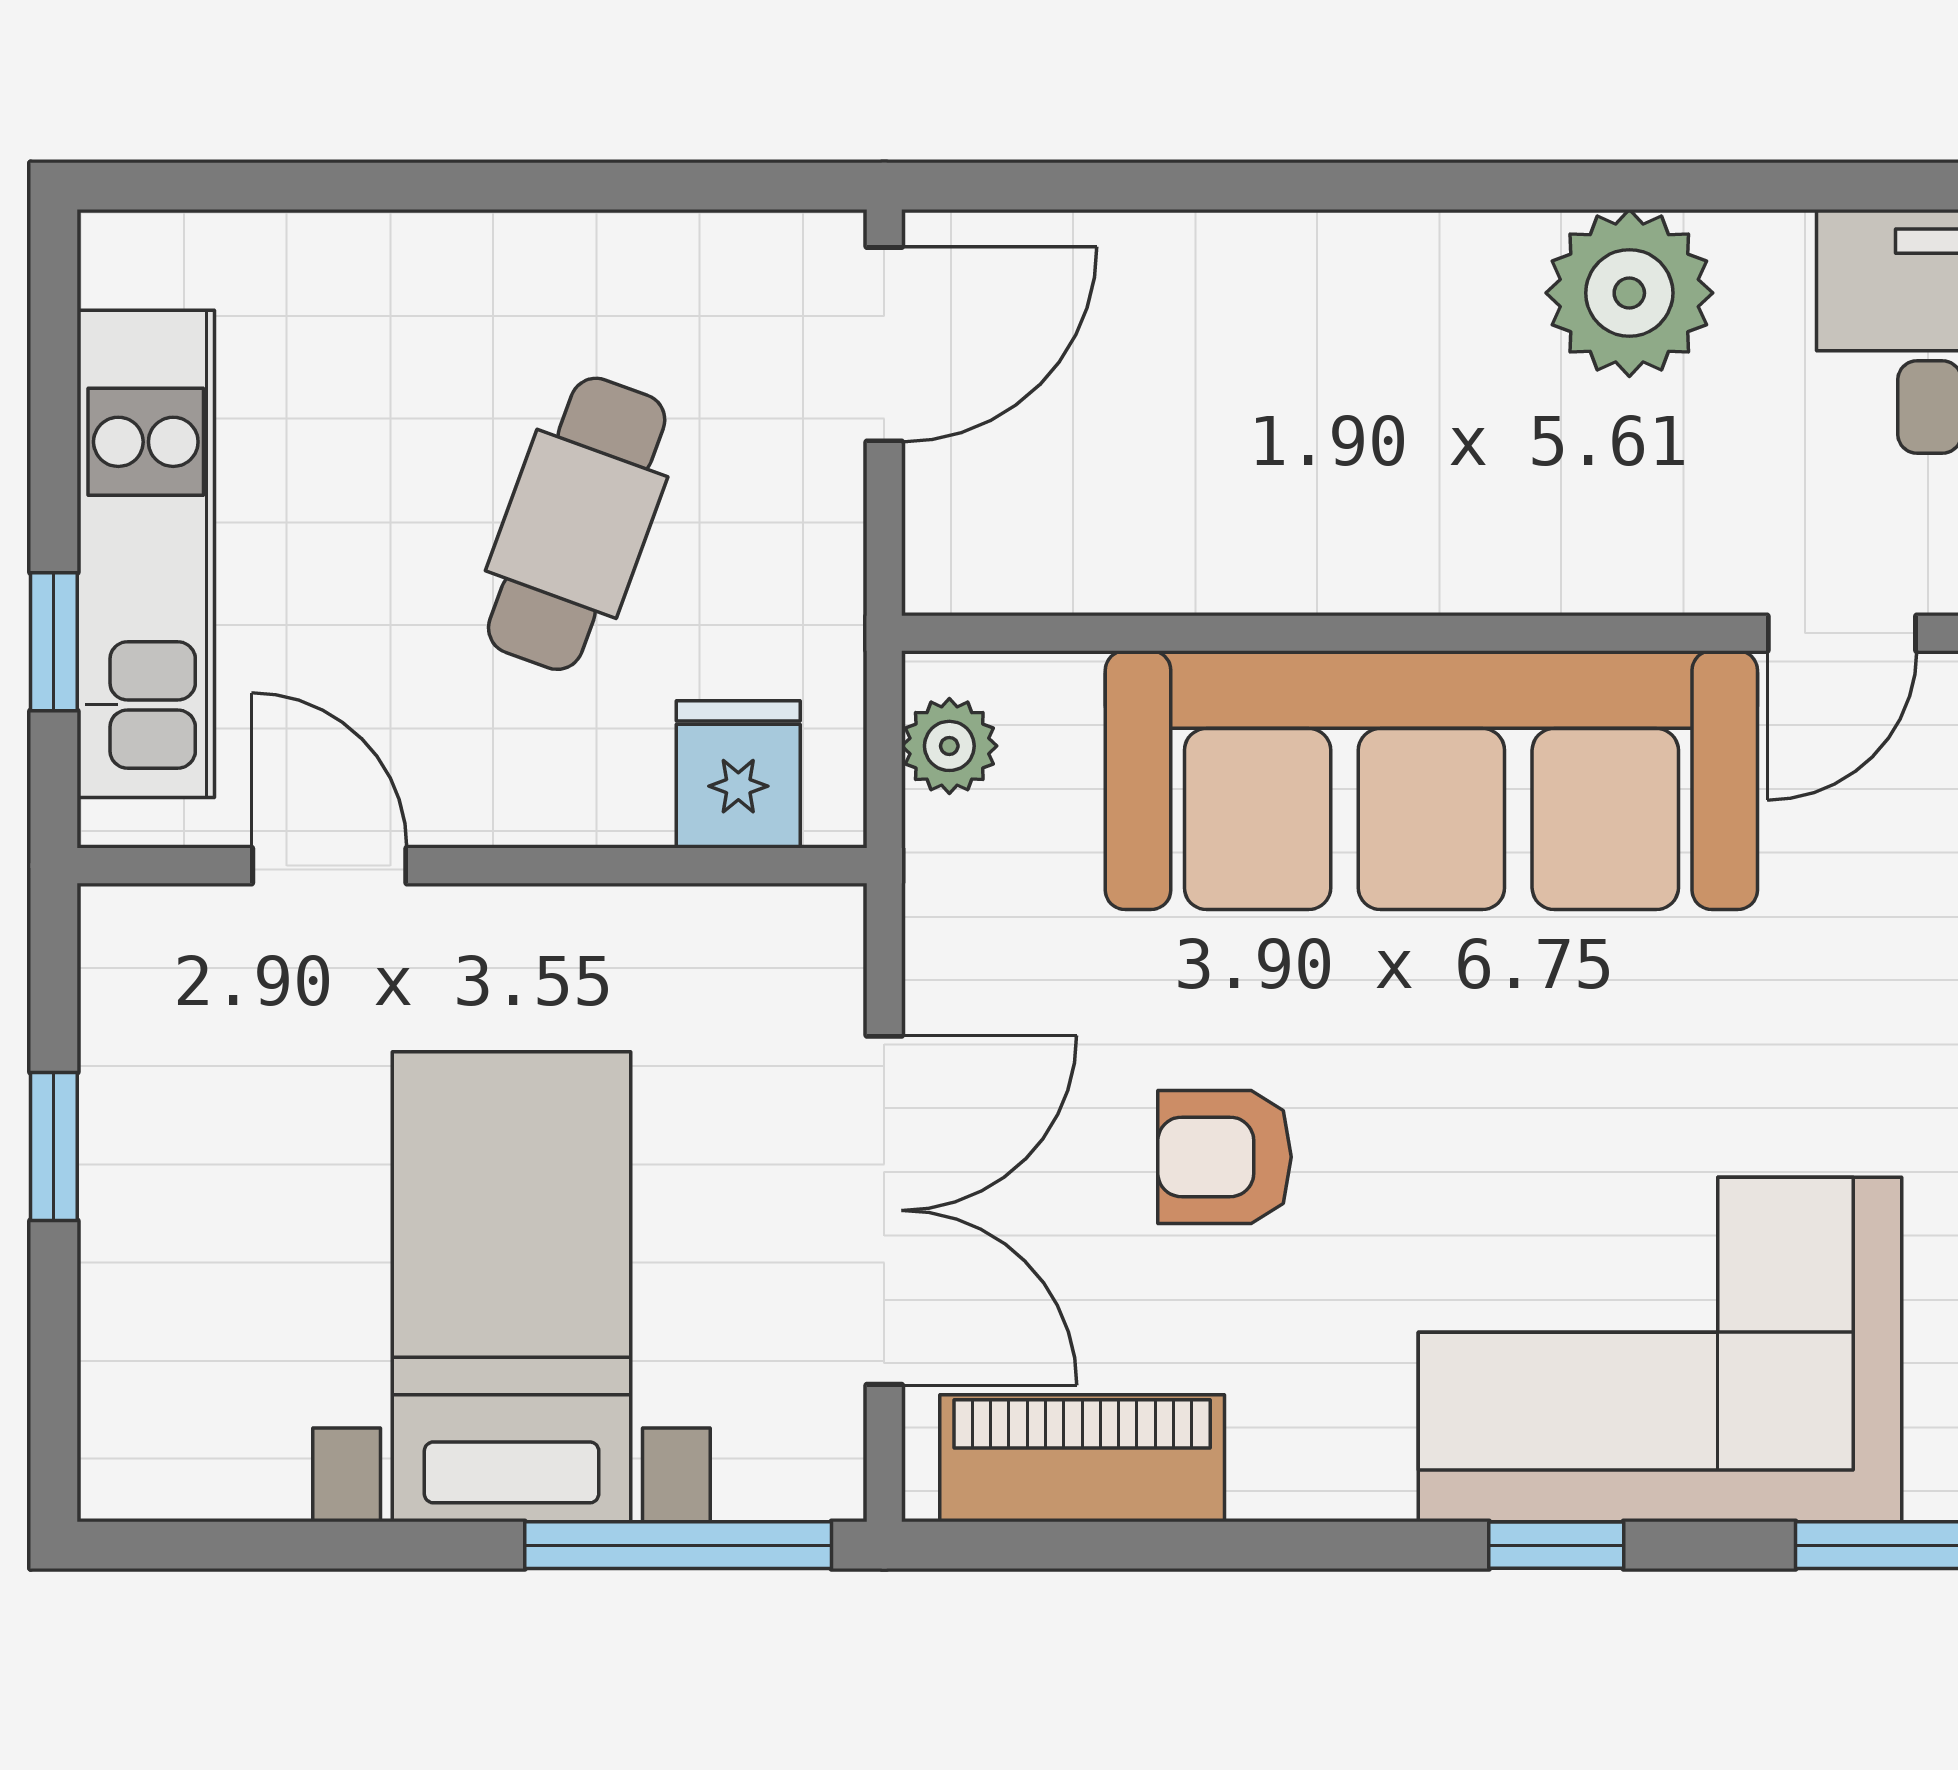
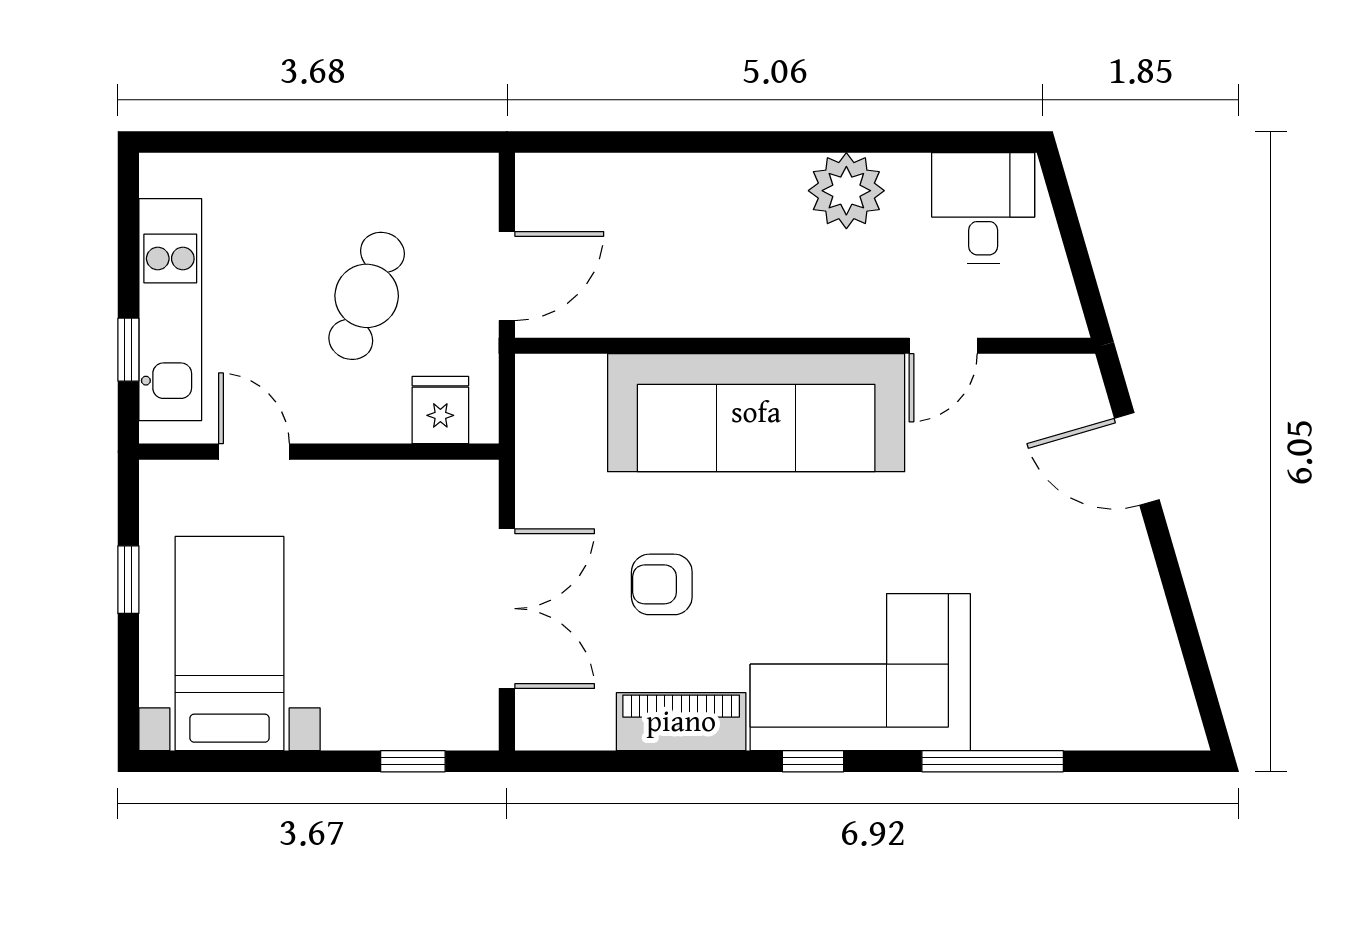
door: (884, 344) -> (507, 276), moved
plant: (949, 746) -> (536, 397), removed
bed with nightstands: (512, 1287) -> (229, 644), moved
piano: (1082, 1458) -> (681, 722), moved
window: (678, 1545) -> (413, 761), width x0.46

